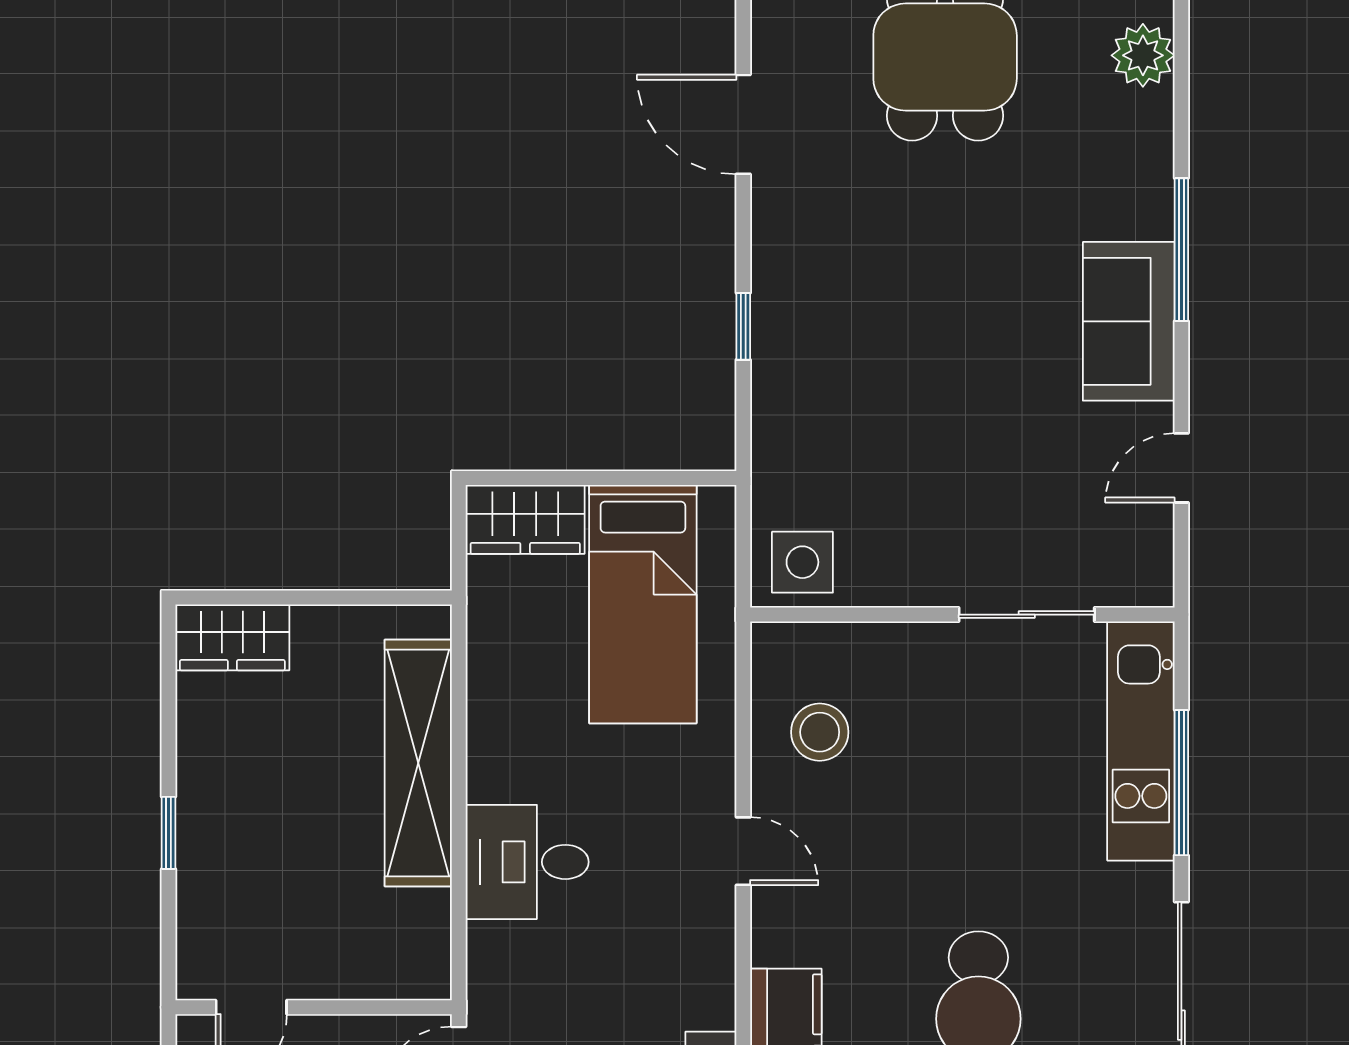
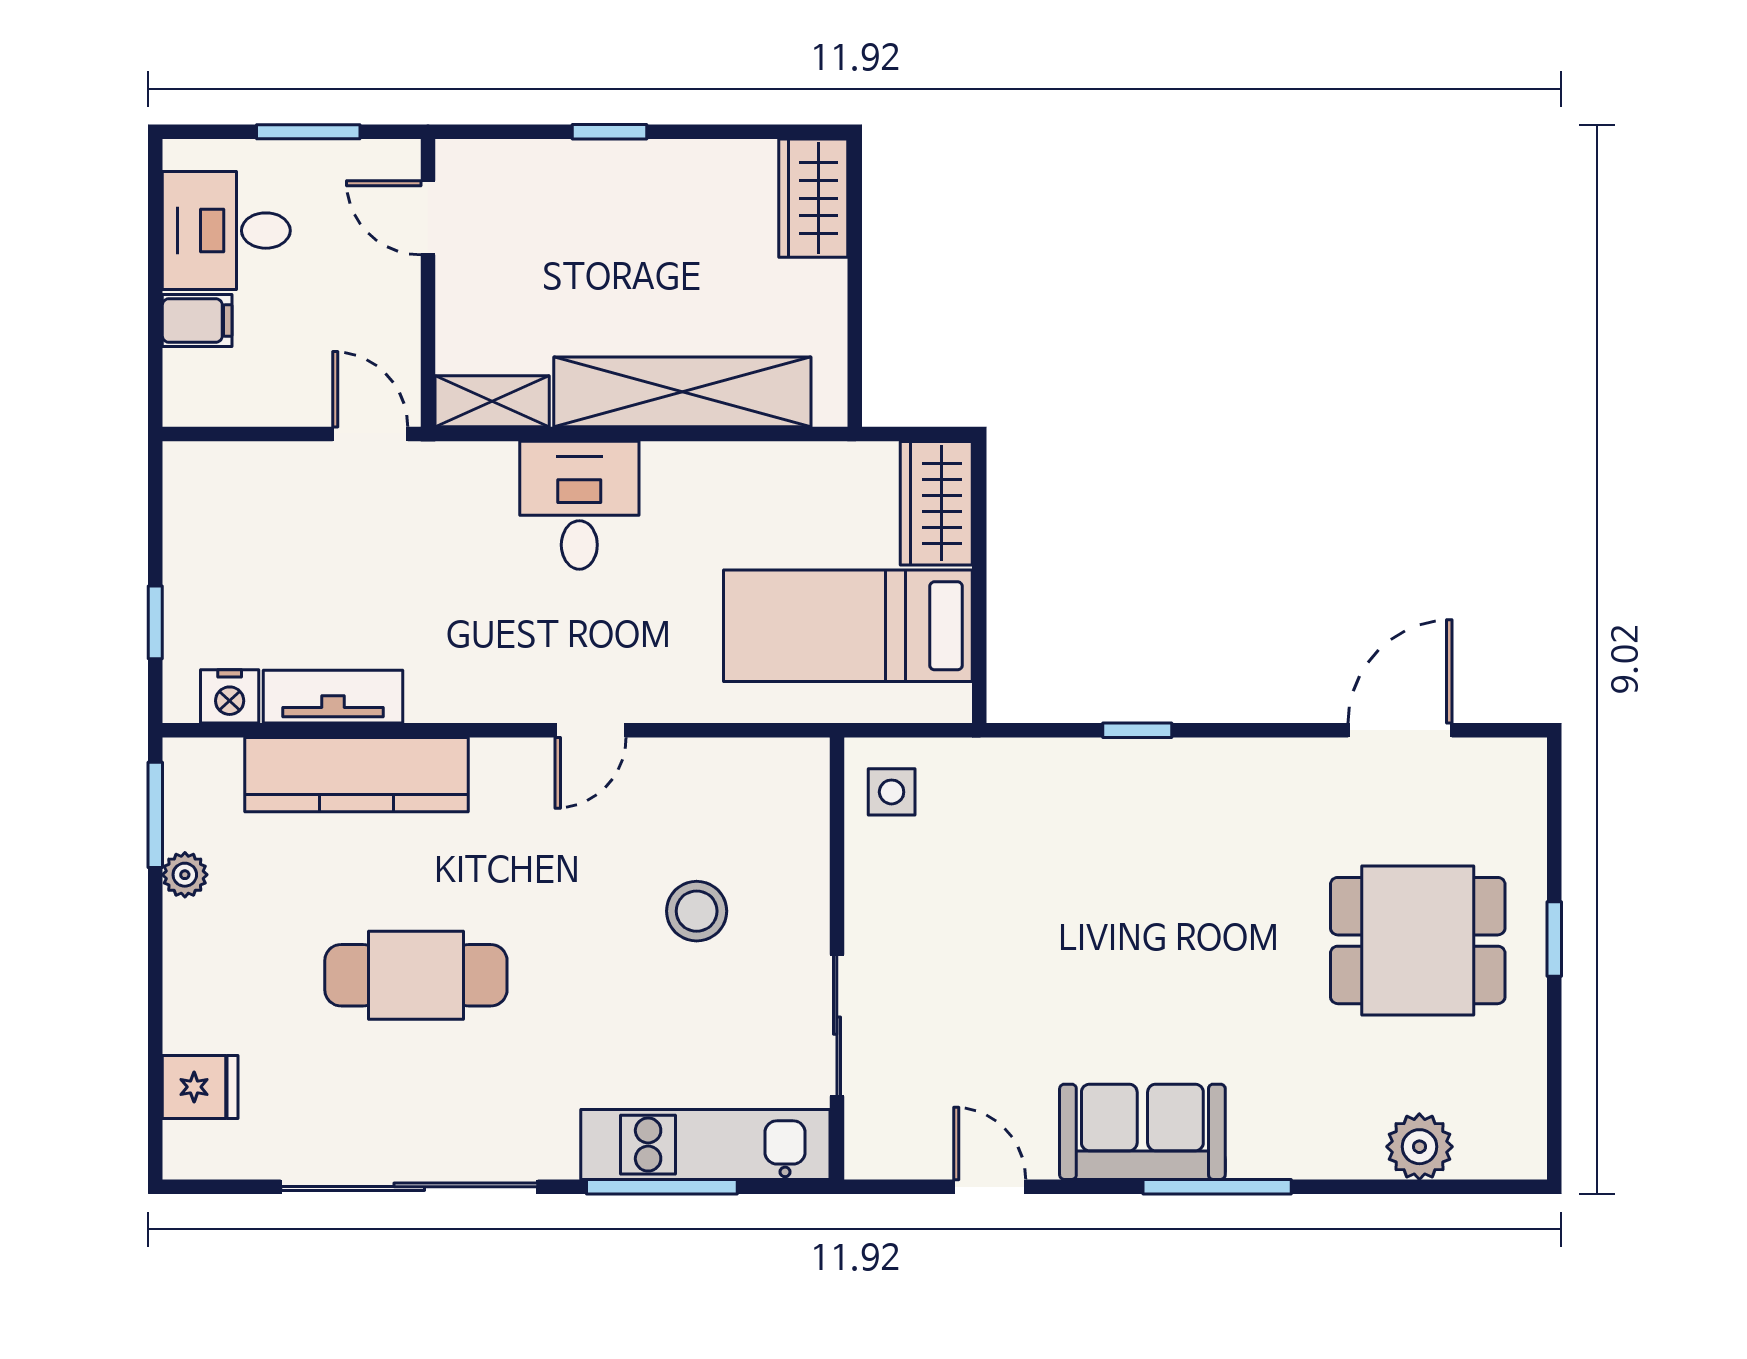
door: (743, 124) -> (1400, 730), moved
side table: (802, 562) -> (892, 792), width x0.73, depth x0.73
stool: (820, 732) -> (697, 911), moved
shelving: (427, 946) -> (492, 401), added

